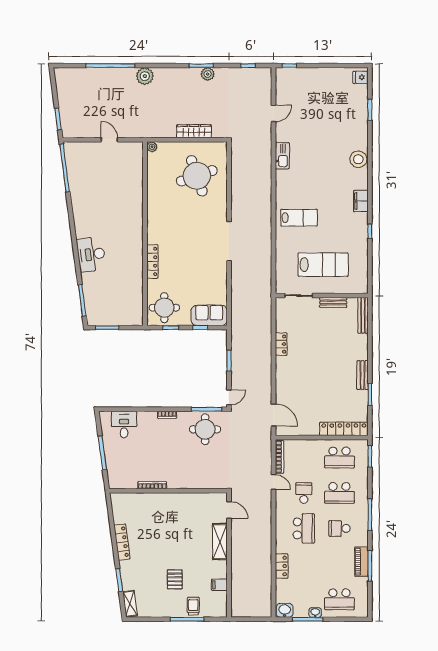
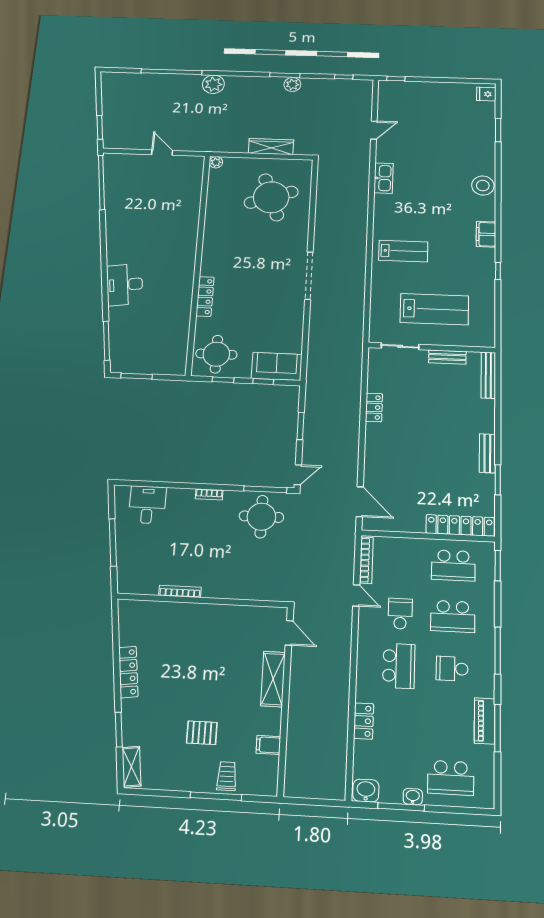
pallet: (175, 579) -> (202, 733), turned 90

